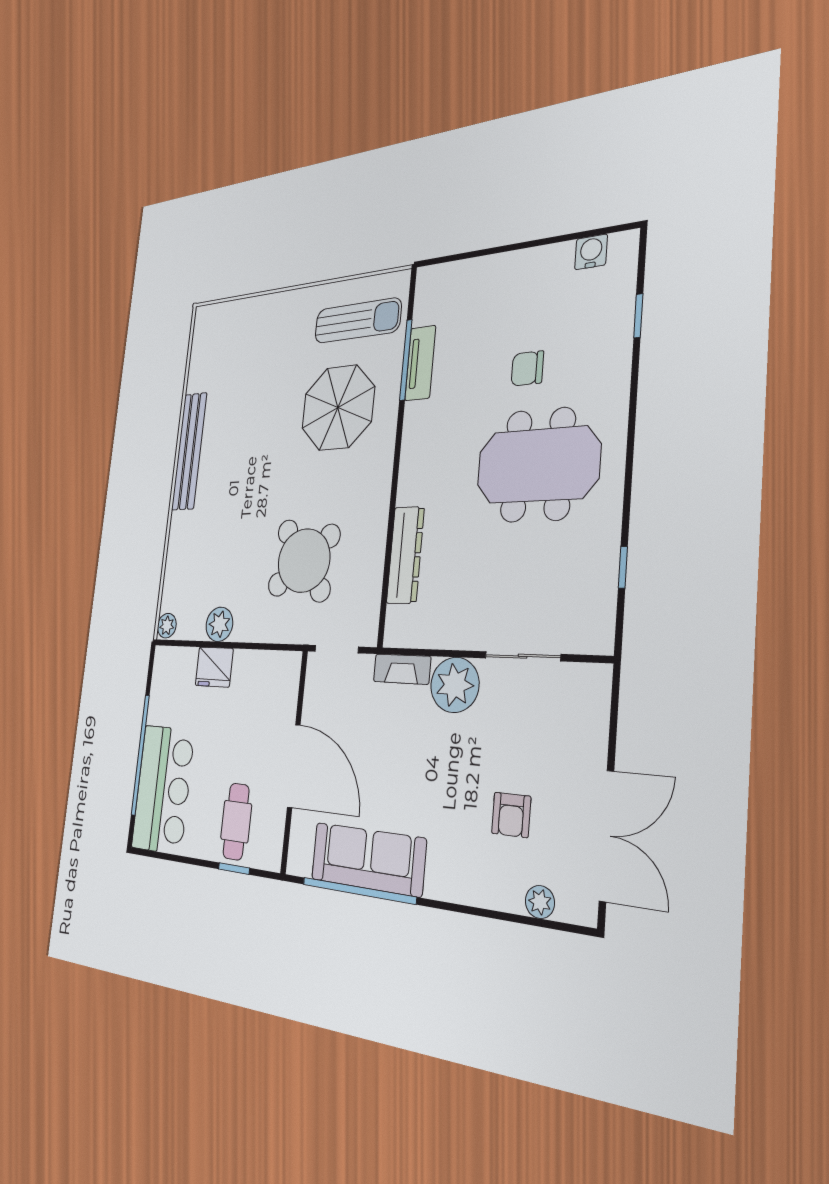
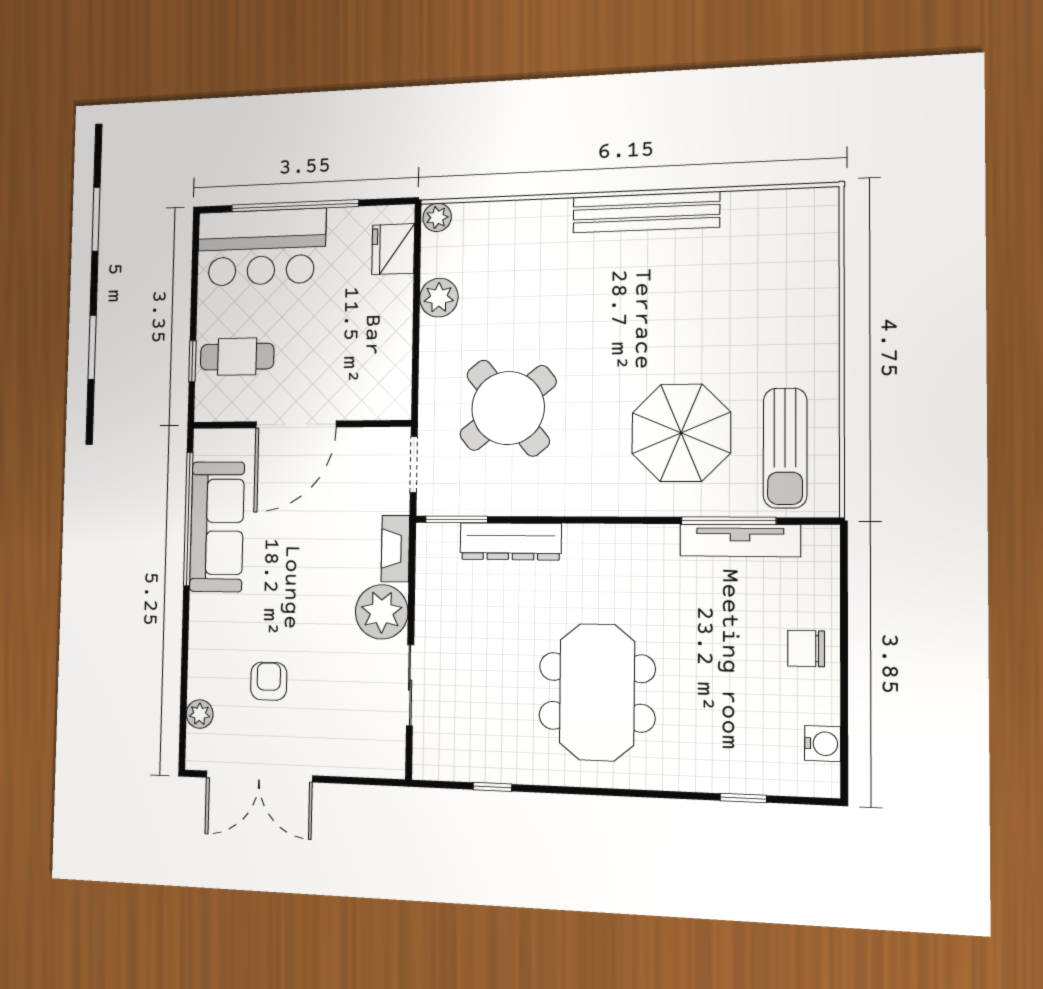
tv unit: (420, 363) -> (740, 540), width x1.41
chair: (527, 368) -> (806, 649), moved, turned -90
window: (383, 608) -> (456, 519), added
fridge: (214, 667) -> (393, 249), moved
armchair: (511, 815) -> (269, 681), turned 90

